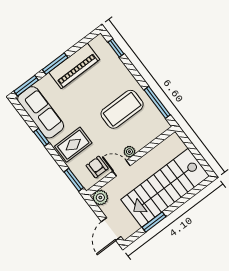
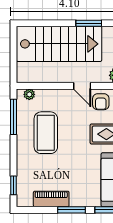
piano: (74, 66) -> (51, 199), width x0.73, depth x0.75
coffee table: (122, 109) -> (46, 133), turned 90
plant: (129, 152) -> (29, 94), moved

